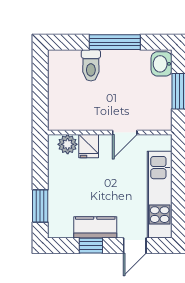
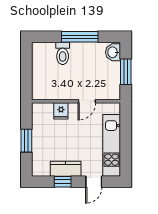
plant: (68, 144) -> (46, 110), removed
window: (40, 206) -> (26, 141), moved

